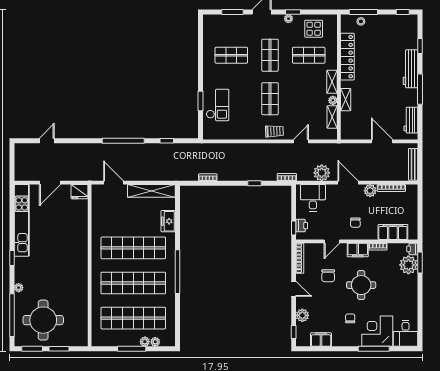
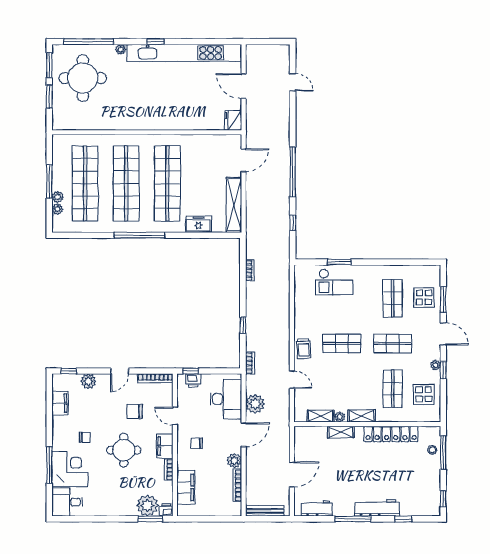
display table: (231, 29) -> (424, 297), added
desk: (313, 198) -> (226, 399), width x1.37
kitchen unit: (22, 220) -> (184, 53), width x1.36

